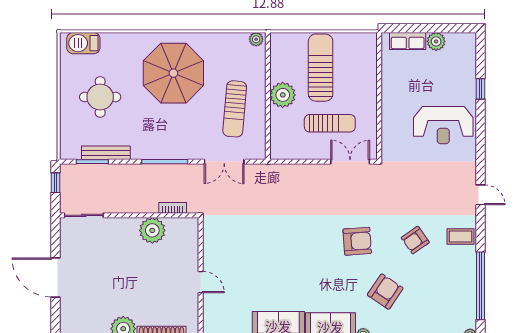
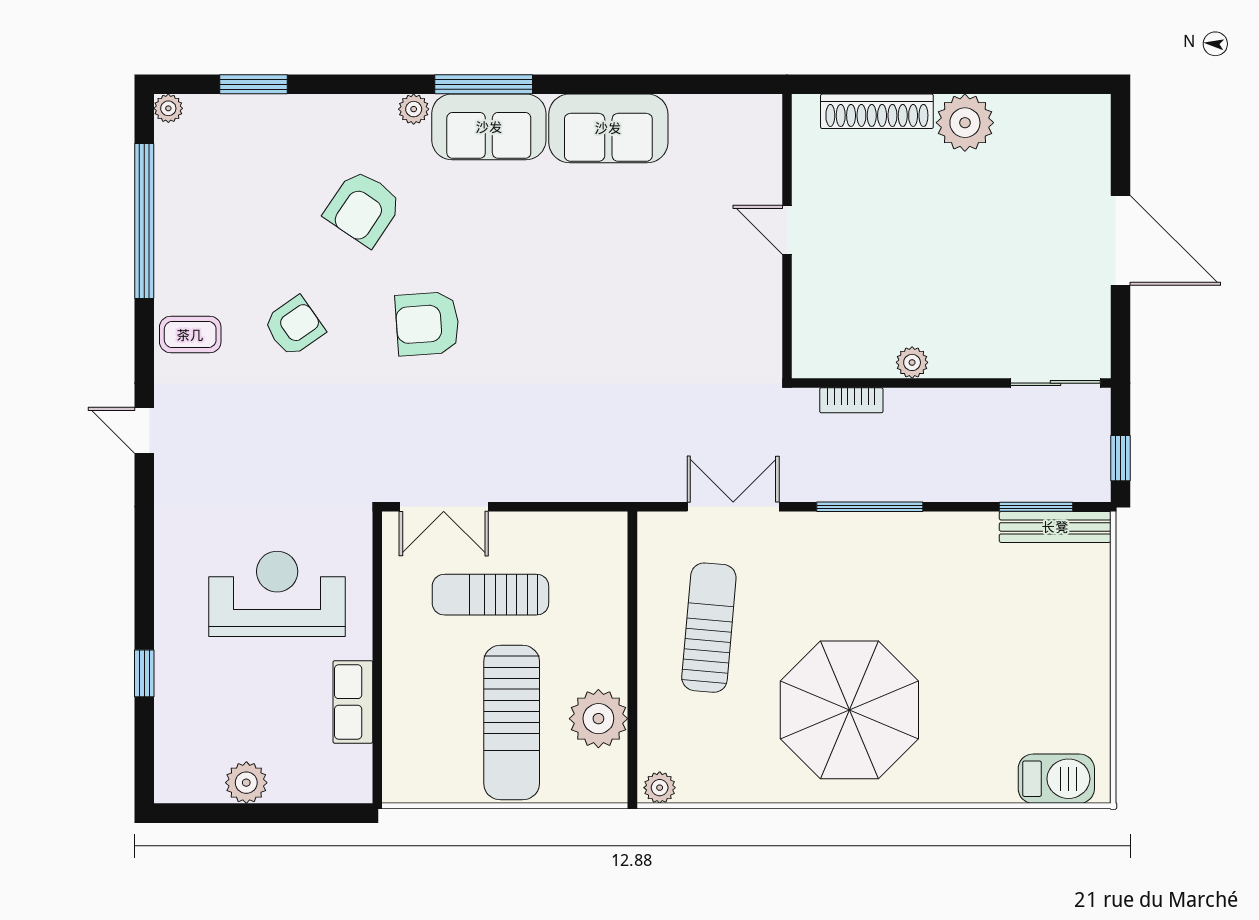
row of seats: (408, 41) -> (353, 702), moved, turned -90
plant: (283, 95) -> (598, 719), moved
round table: (100, 97) -> (1018, 655), removed
reception desk: (443, 125) -> (277, 594), moved
bench: (106, 153) -> (1055, 527), moved
plant: (152, 230) -> (912, 362), width x0.53, depth x0.53

